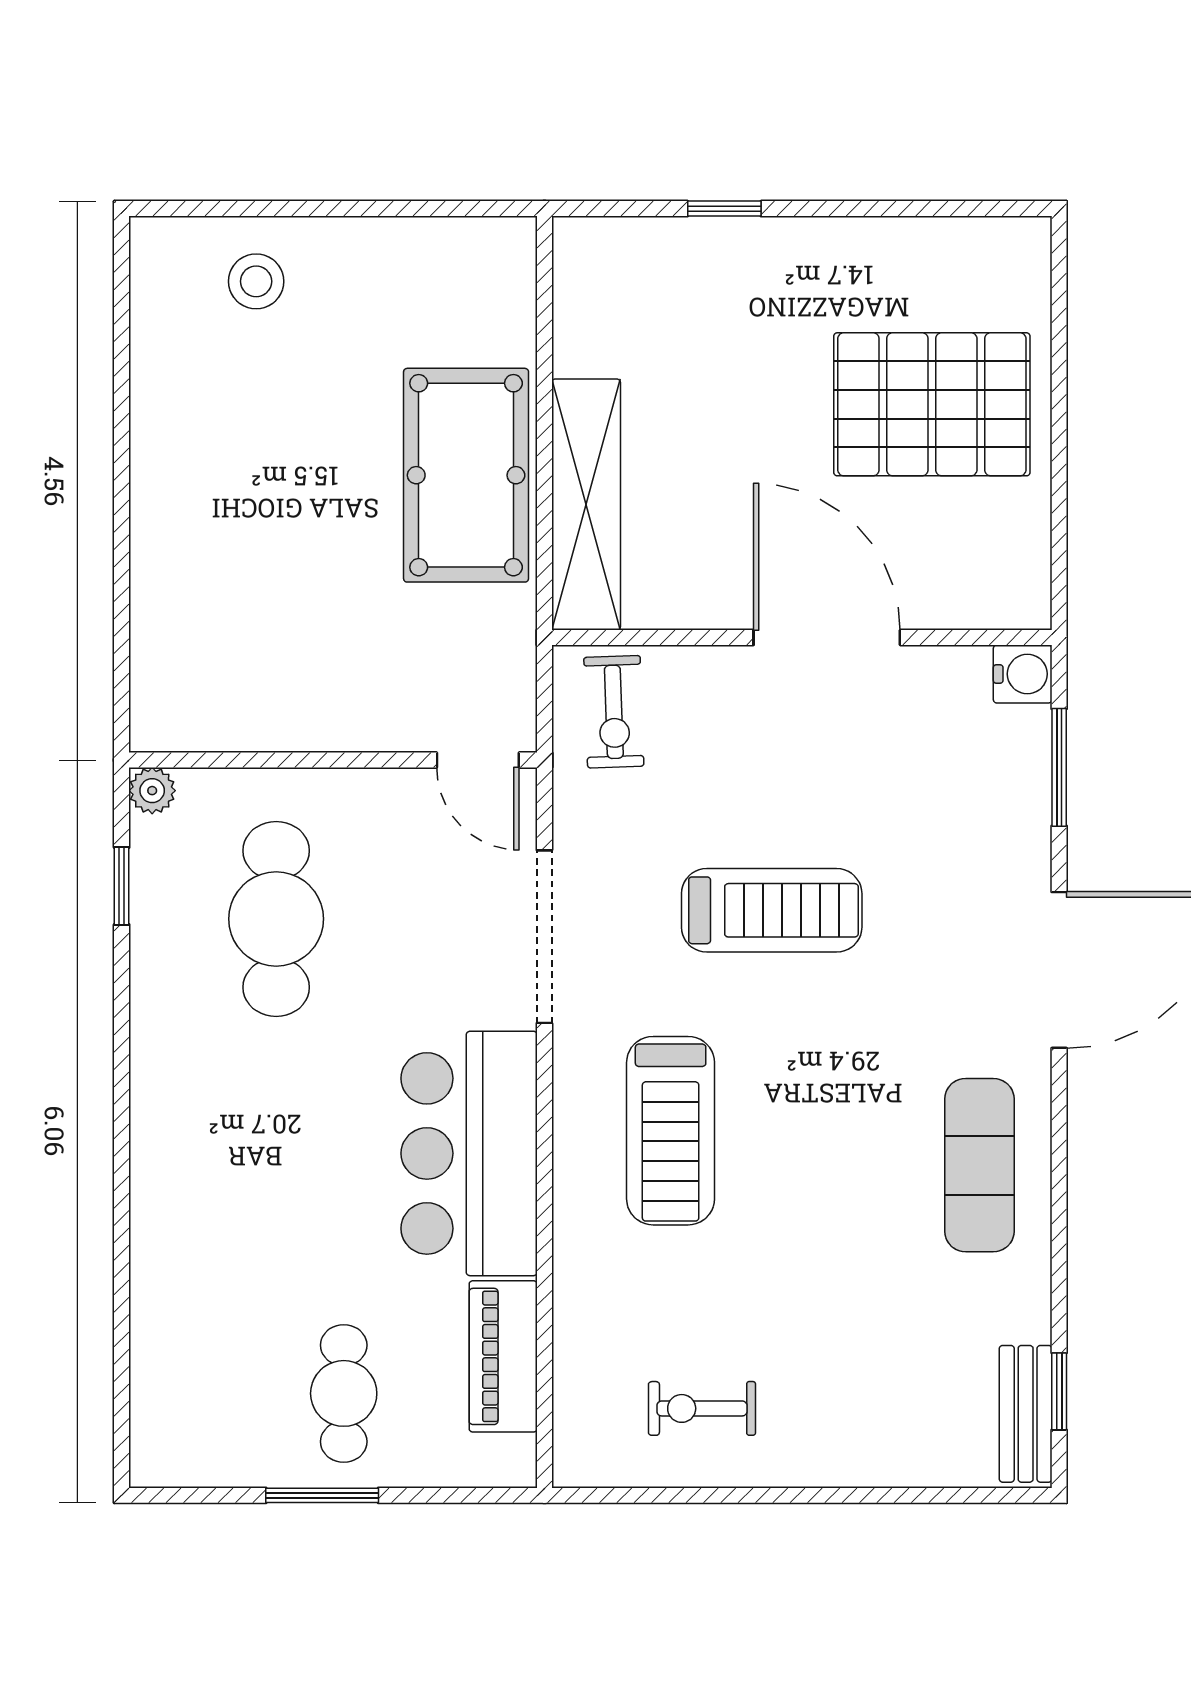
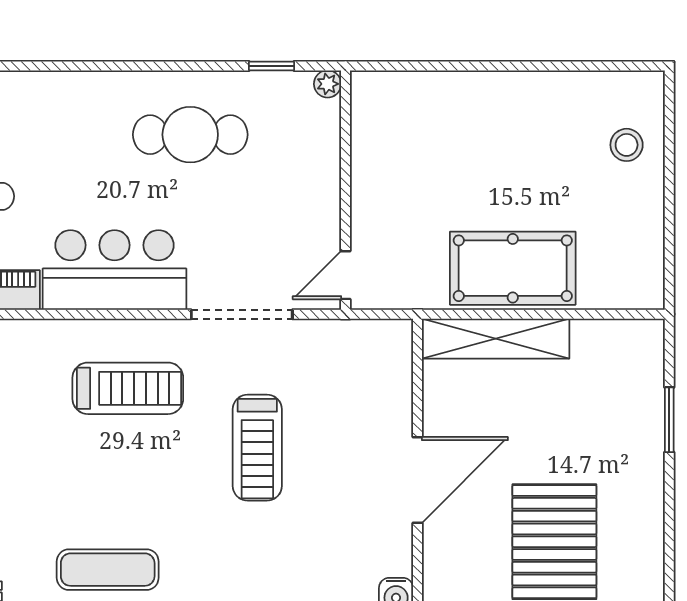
window: (724, 209) -> (669, 420), width x1.50
exercise bike: (614, 712) -> (374, 355), removed
cafe table: (276, 919) -> (190, 135), moved
treadmill: (671, 1131) -> (128, 388), turned 180

